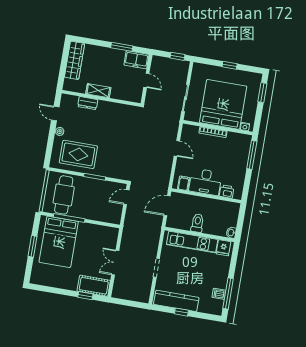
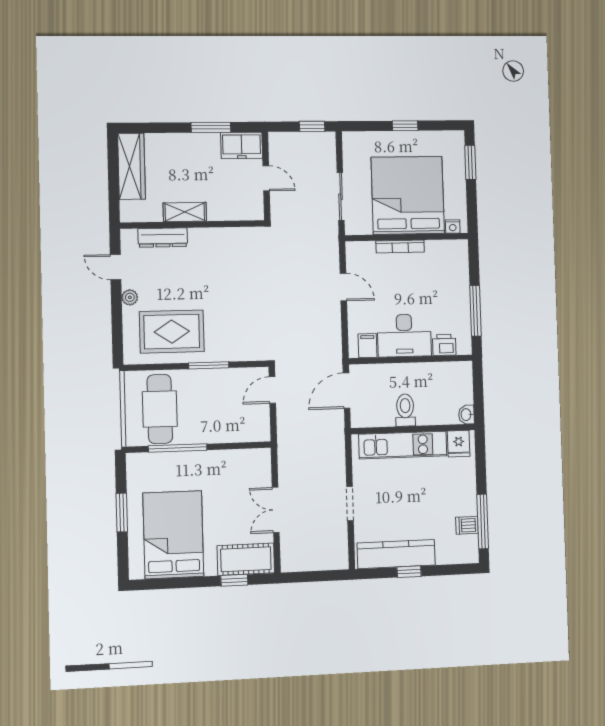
dresser: (88, 103) -> (163, 238), width x1.44
window: (252, 155) -> (475, 311), moved
bed: (59, 242) -> (173, 535), moved, turned 180

